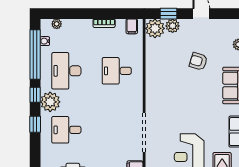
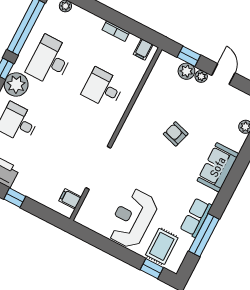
plant: (155, 28) -> (201, 76), moved, width x0.53, depth x0.53
water cooler: (45, 41) -> (44, 18), removed
armchair: (198, 61) -> (176, 134), moved

